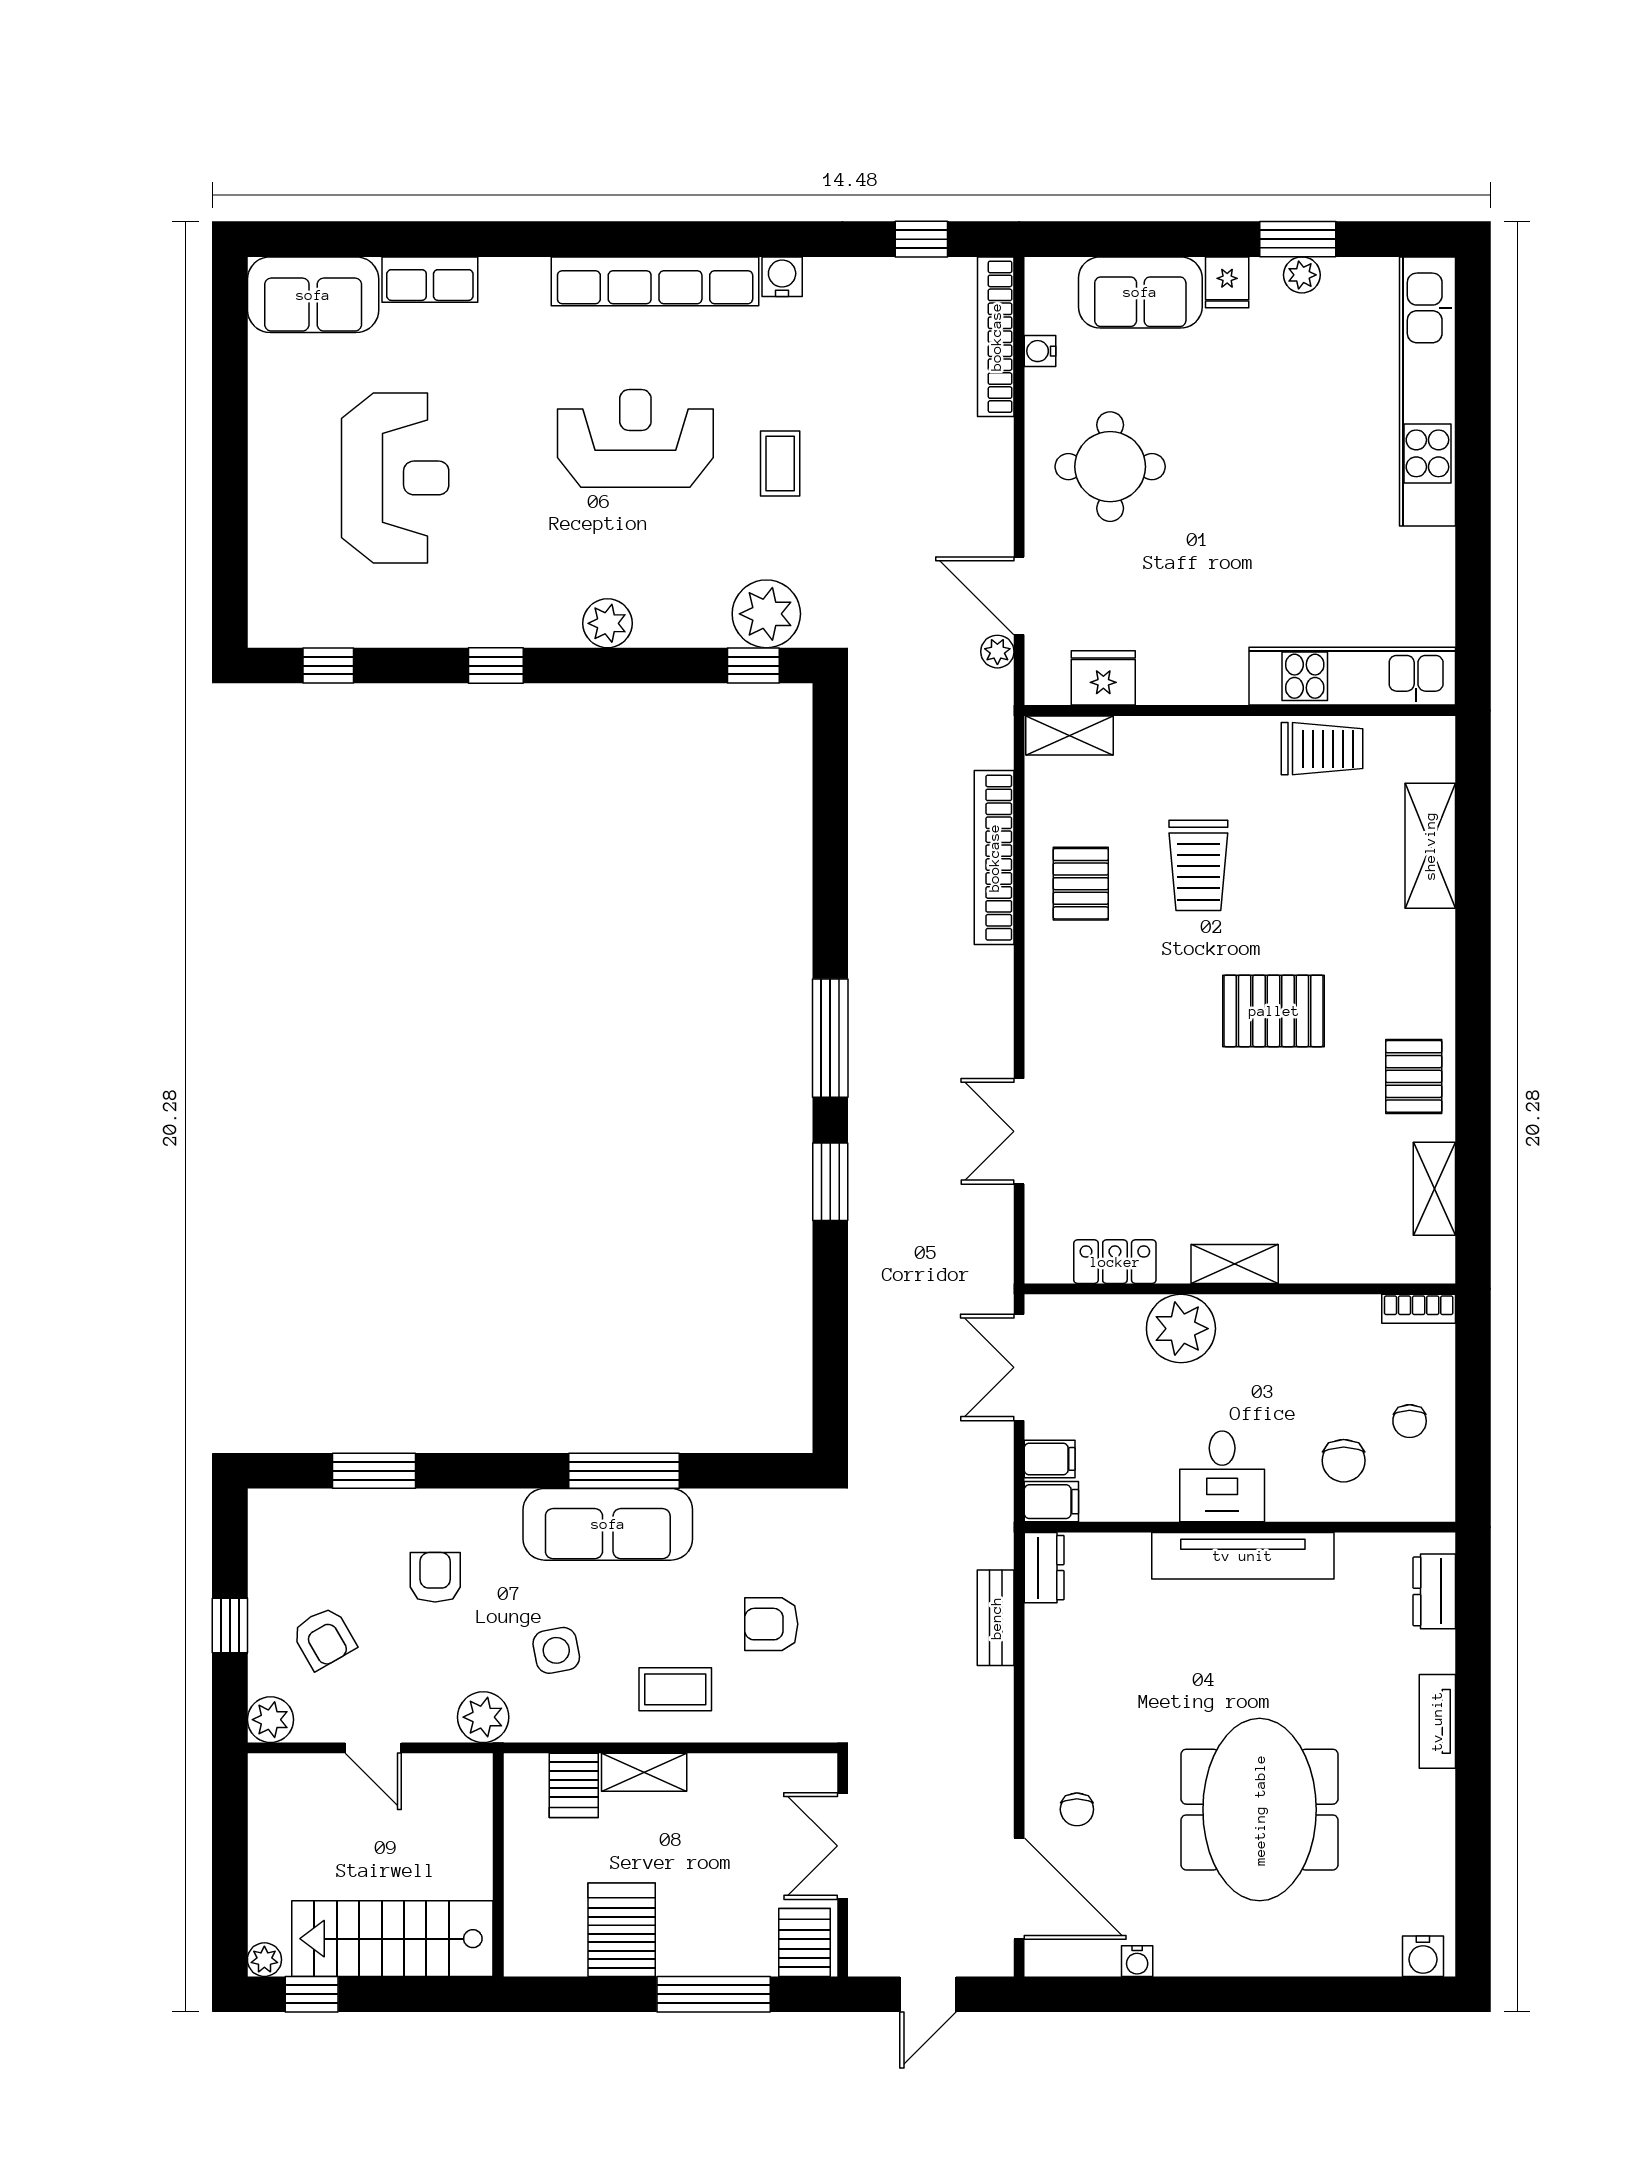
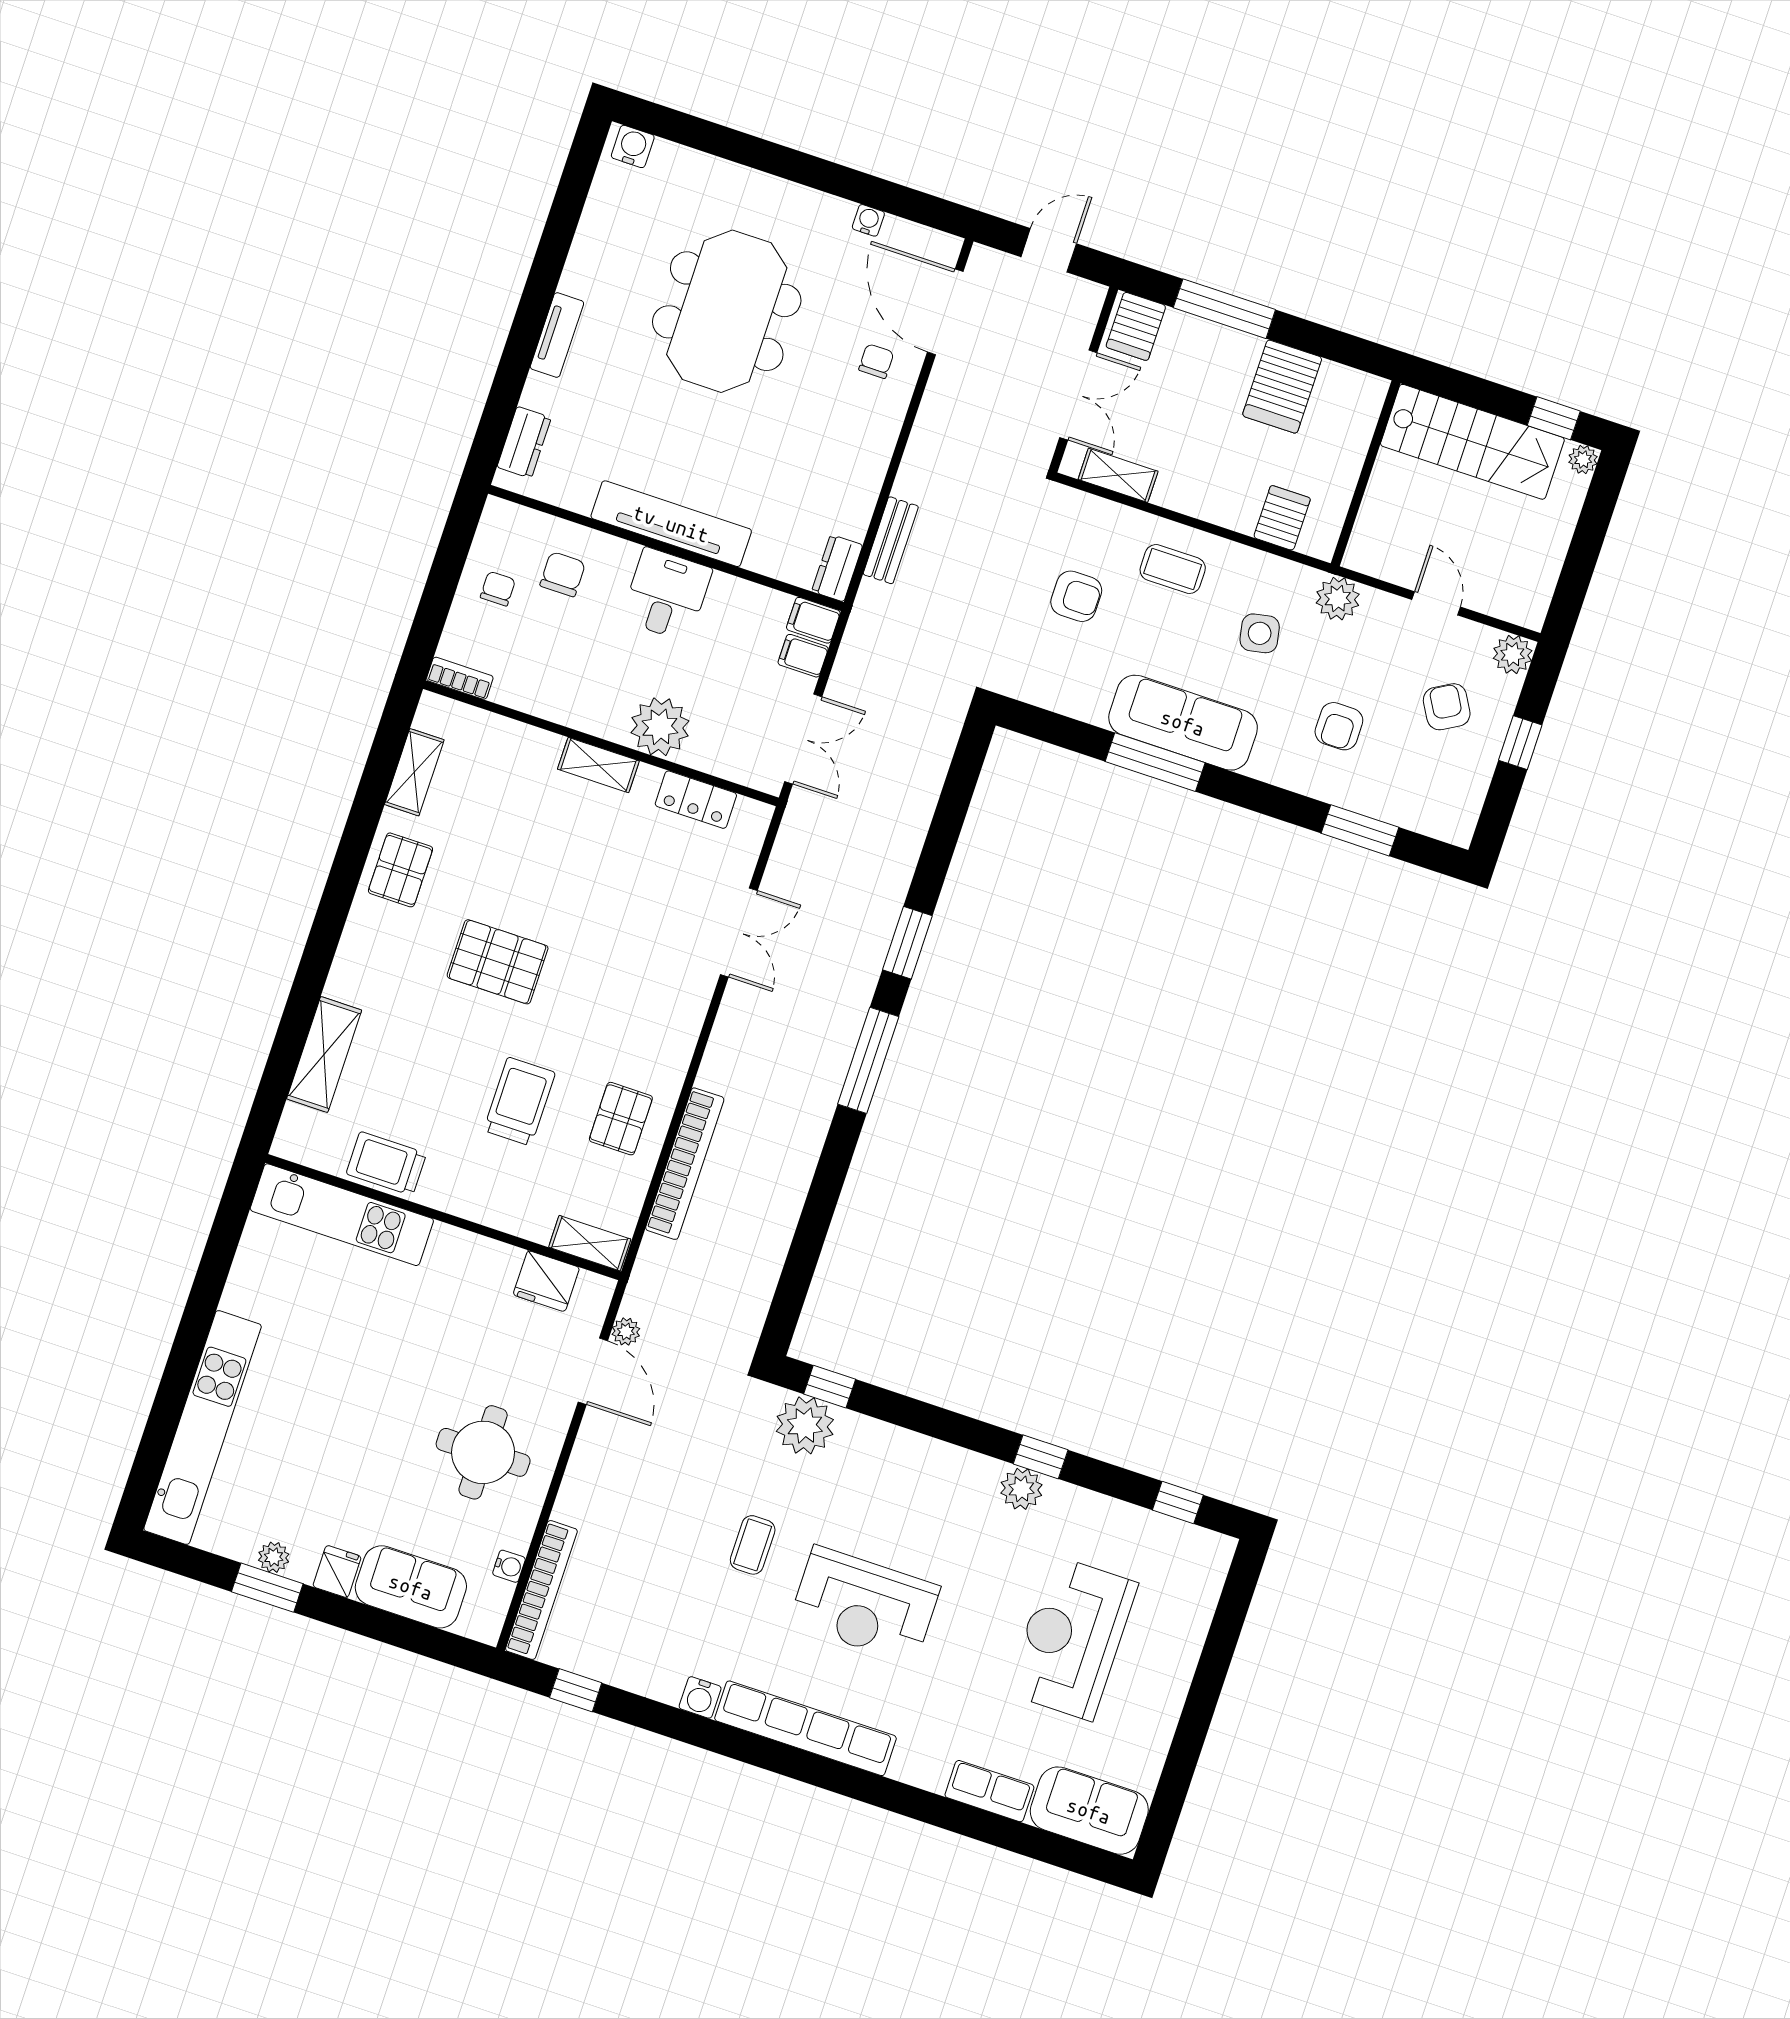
plant: (607, 623) -> (1021, 1489), moved
shelving: (644, 1772) -> (1118, 475), moved

